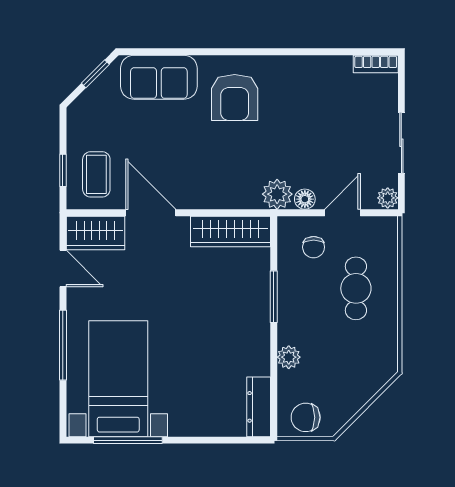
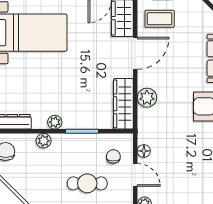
plant: (277, 194) -> (147, 98), moved
chair: (314, 247) -> (113, 156), turned 90
plant: (259, 340) -> (55, 122), added

